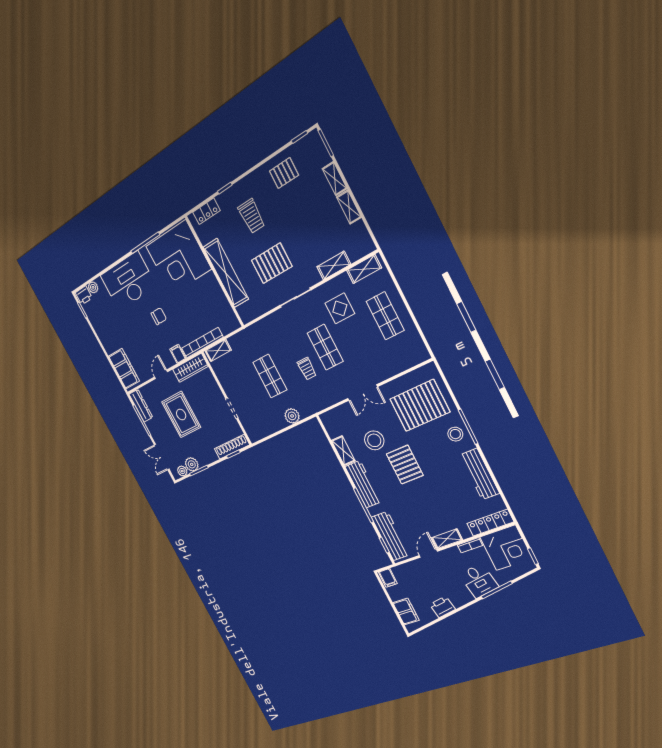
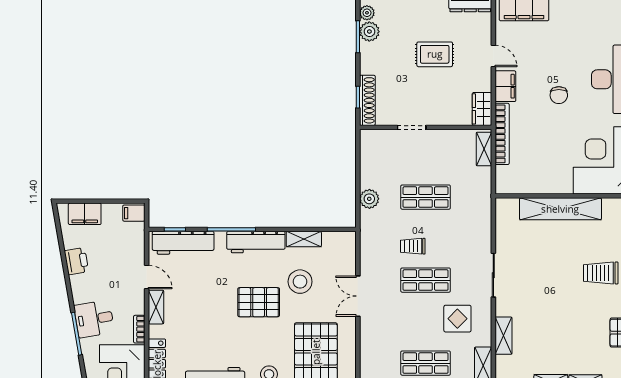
pallet: (272, 263) -> (542, 268), removed
filing cabinet: (178, 354) -> (505, 86), width x2.00
wardrobe: (190, 368) -> (482, 109), width x0.67
rug: (181, 415) -> (435, 54), width x0.73, depth x0.70

